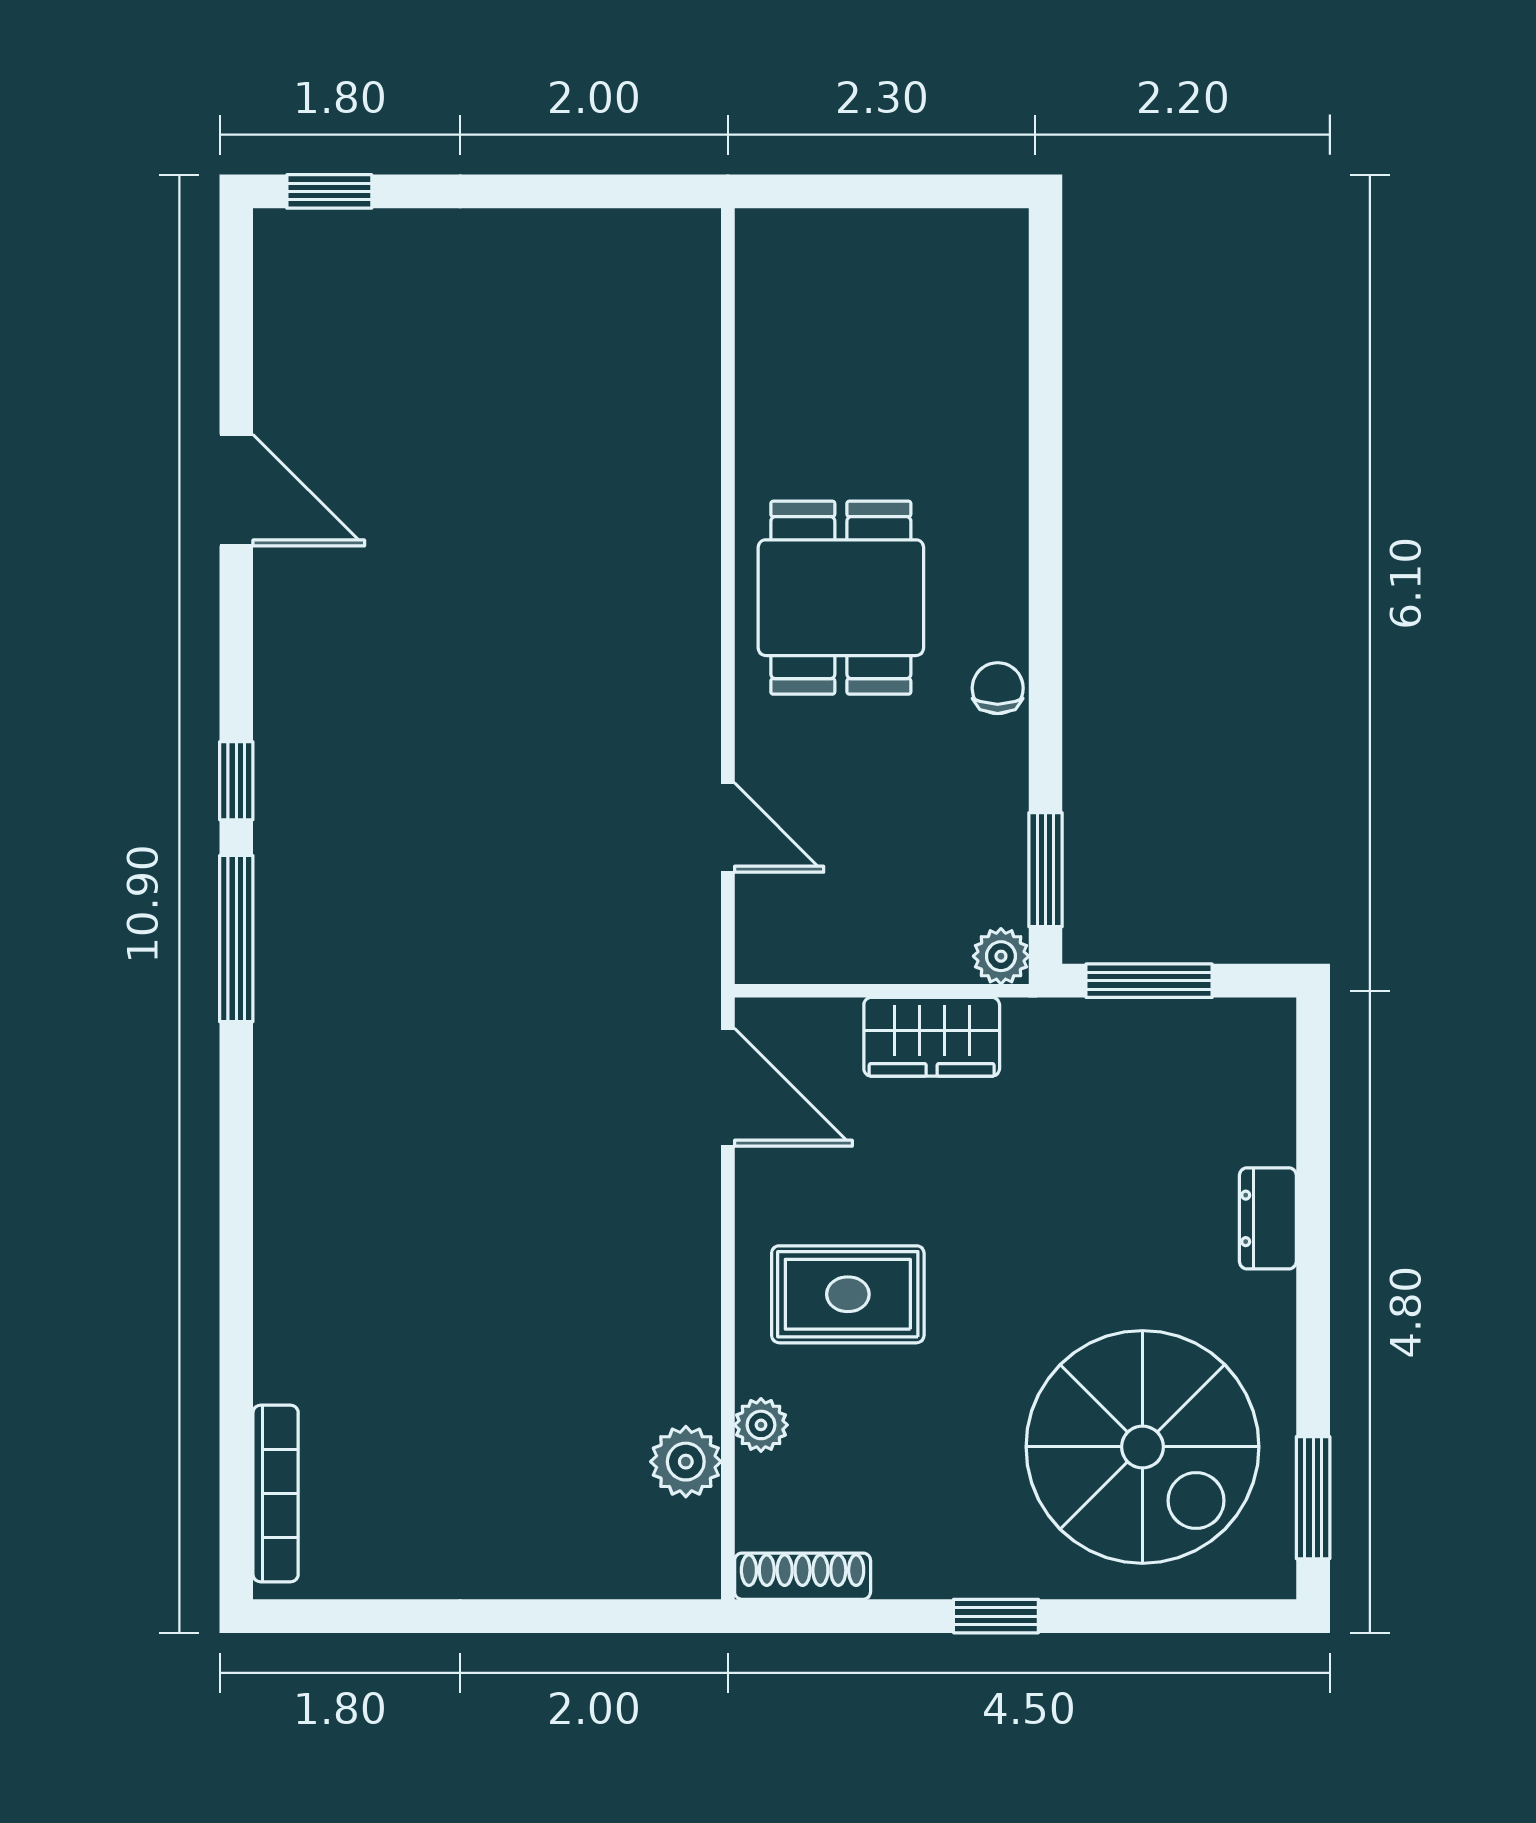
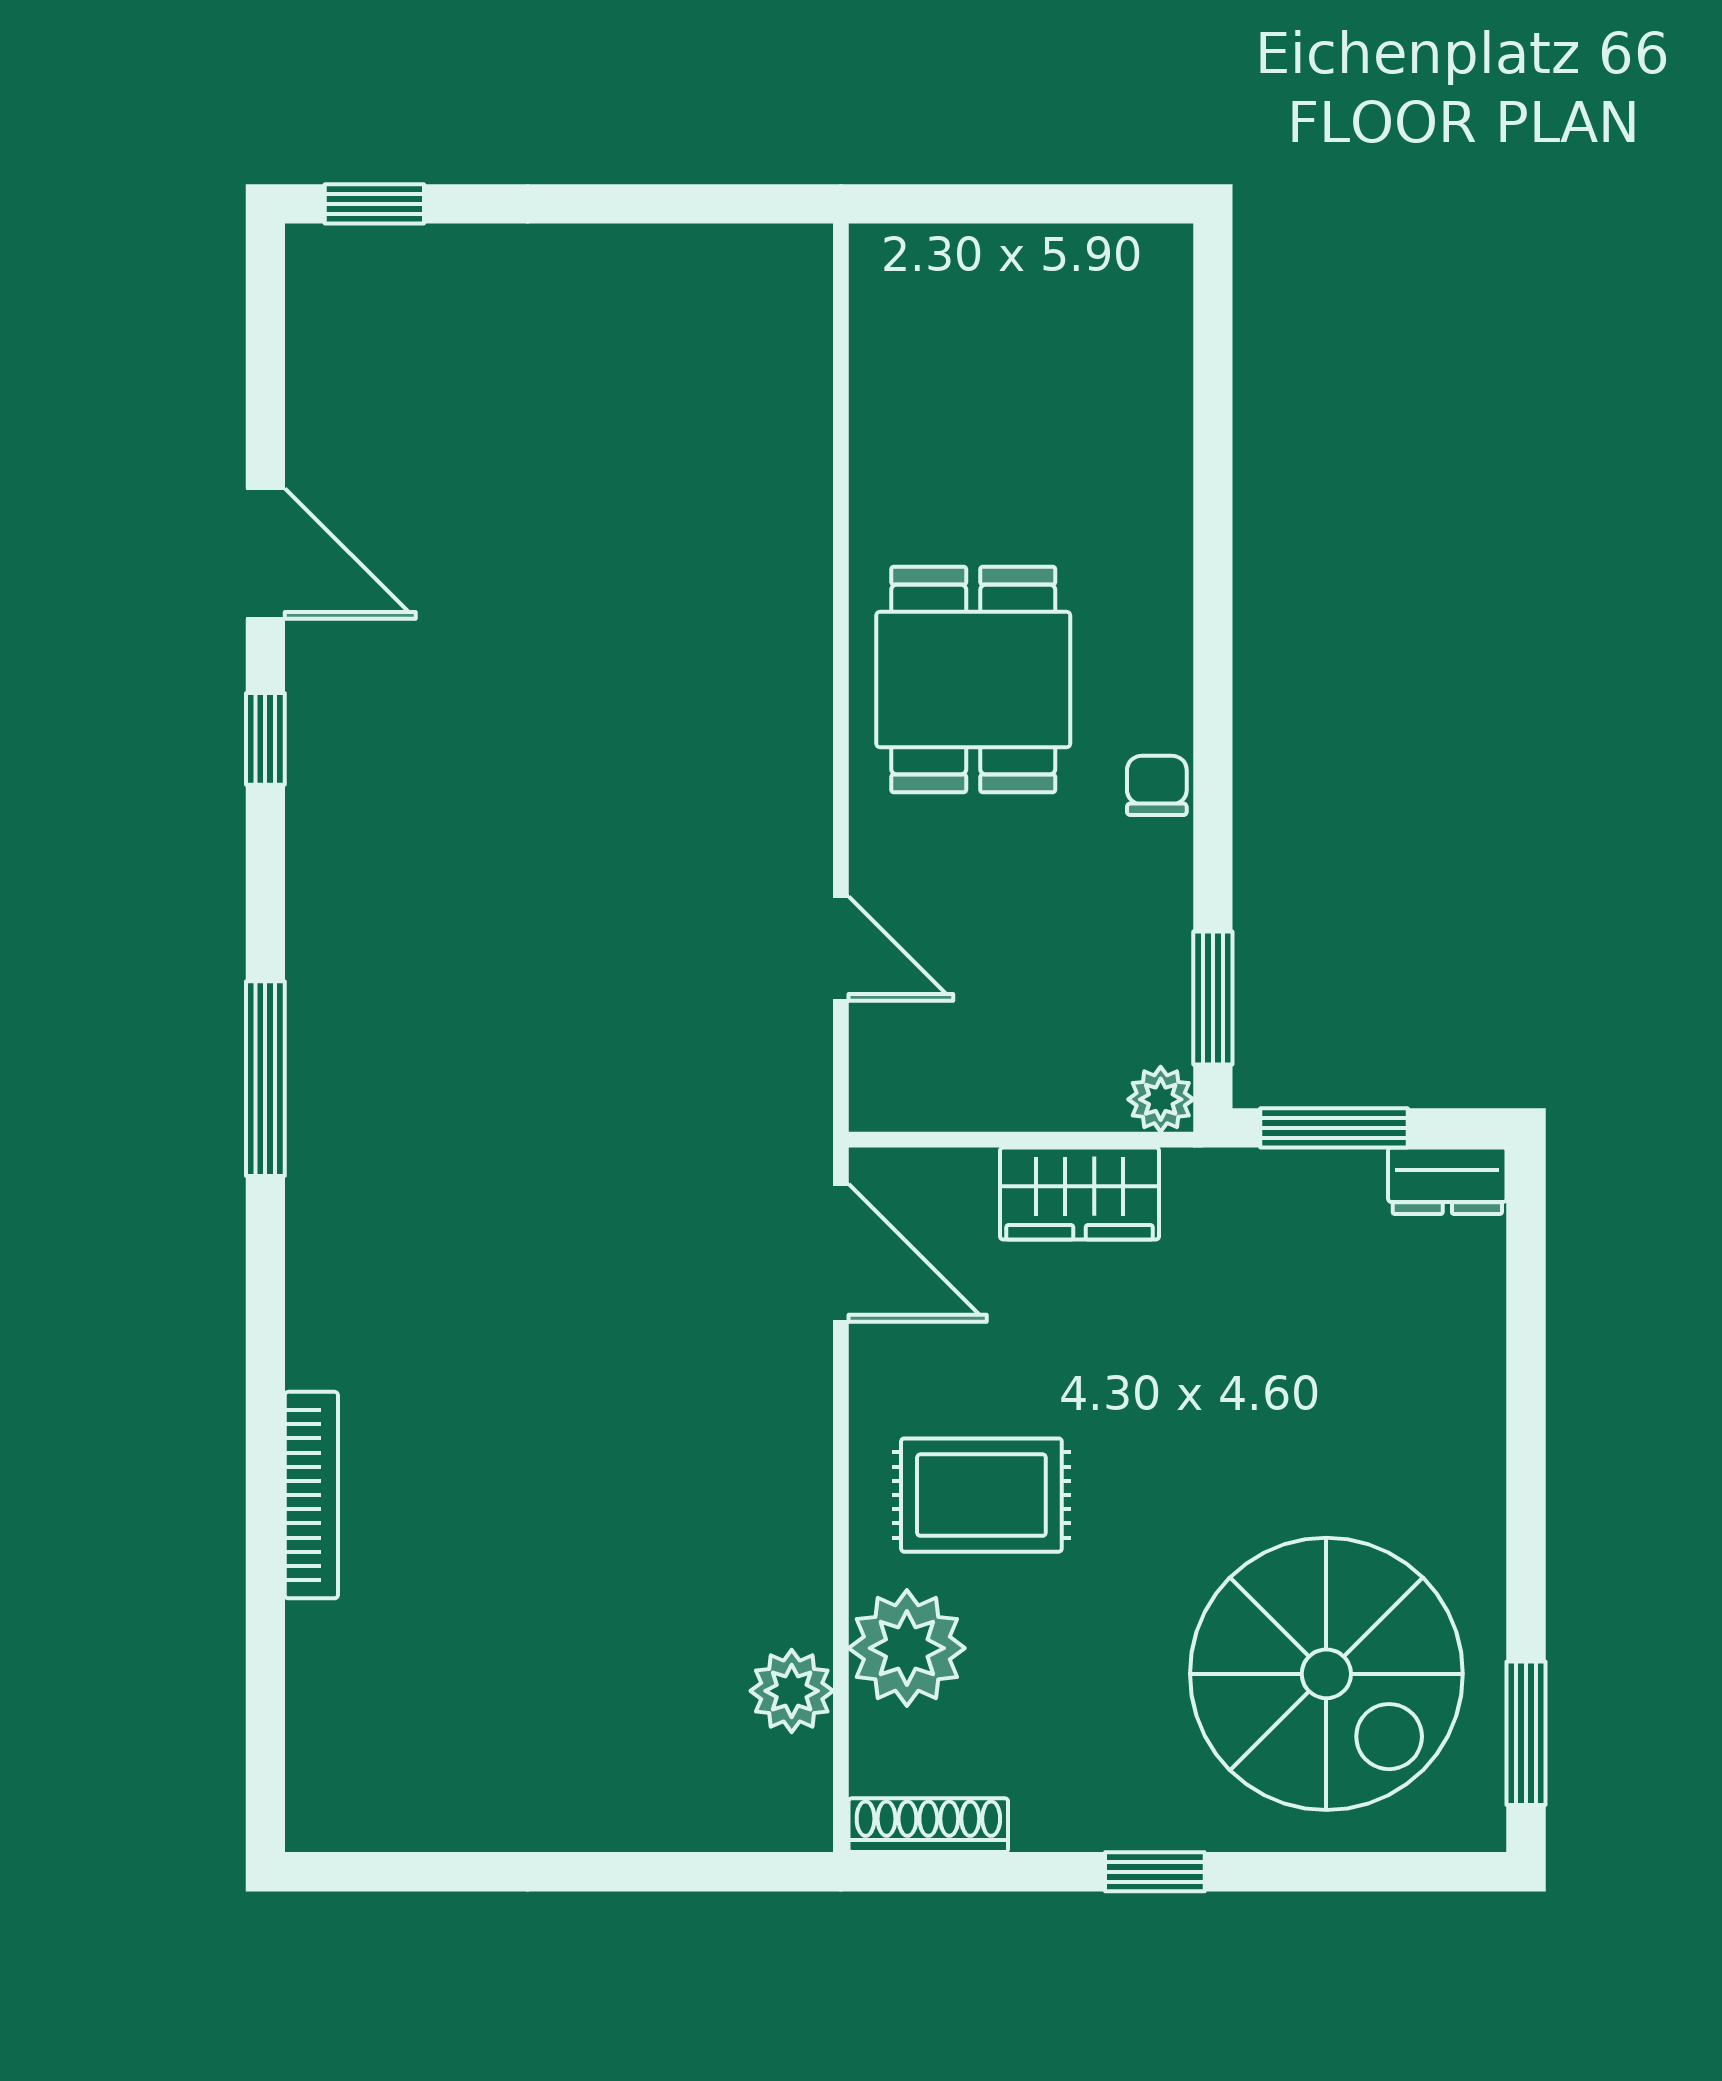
window: (236, 781) -> (265, 739), moved
dresser: (1268, 1218) -> (1447, 1181), moved, turned -90
plant: (761, 1425) -> (907, 1648), width x1.87, depth x1.87
bookcase: (276, 1494) -> (311, 1495), moved

